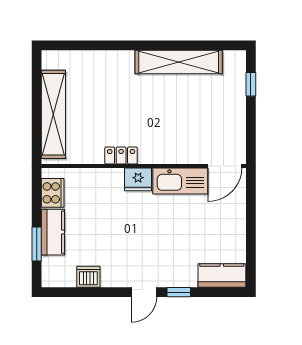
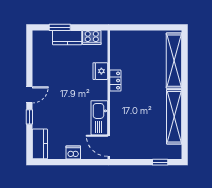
shelving: (53, 114) -> (174, 61), moved, turned 90
fridge: (138, 179) -> (100, 71), moved
dishwasher: (88, 277) -> (73, 153), moved, turned -90
door: (144, 292) -> (29, 95), swing flipped

